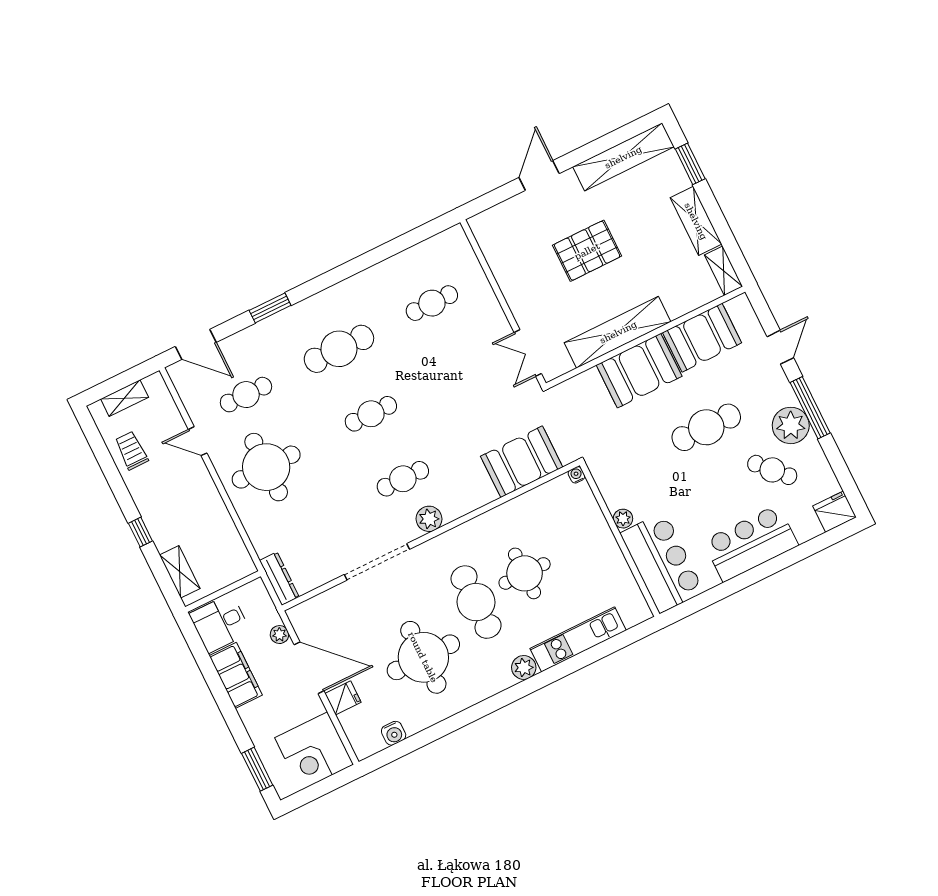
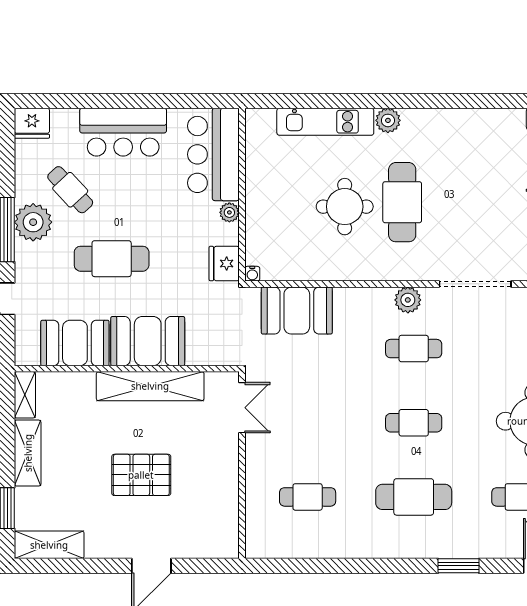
shelving: (623, 157) -> (49, 545), width x0.68
fridge: (606, 472) -> (224, 264), added
round table: (423, 657) -> (476, 175), removed

